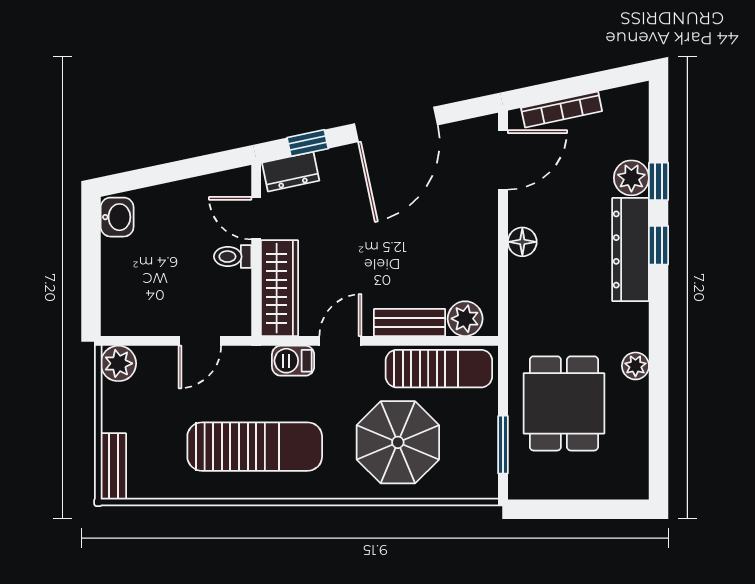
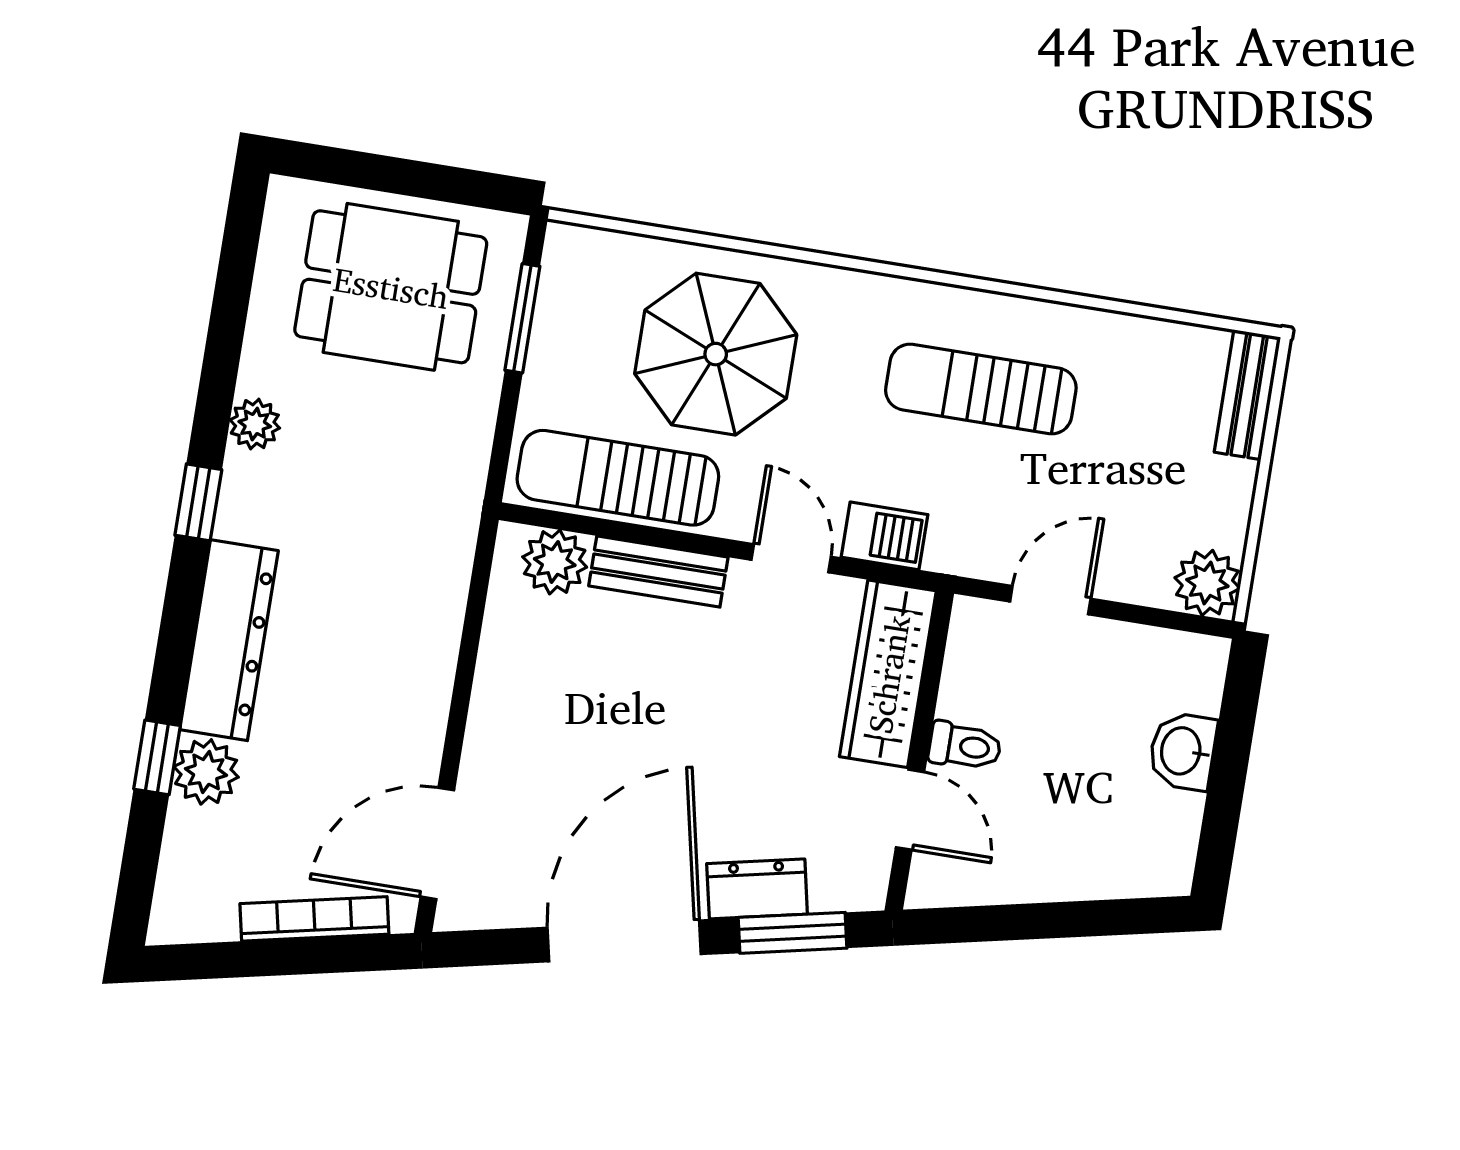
window: (308, 143) -> (793, 933), width x1.50
dresser: (291, 172) -> (757, 889), moved
washbasin: (117, 217) -> (1183, 751), moved
floor lamp: (522, 242) -> (426, 687), removed
window: (659, 245) -> (198, 502), moved
door: (340, 341) -> (791, 558), swing flipped
dining table: (564, 403) -> (391, 287), moved, turned 90
sun lounger: (255, 447) -> (981, 389), width x0.73, depth x0.75

